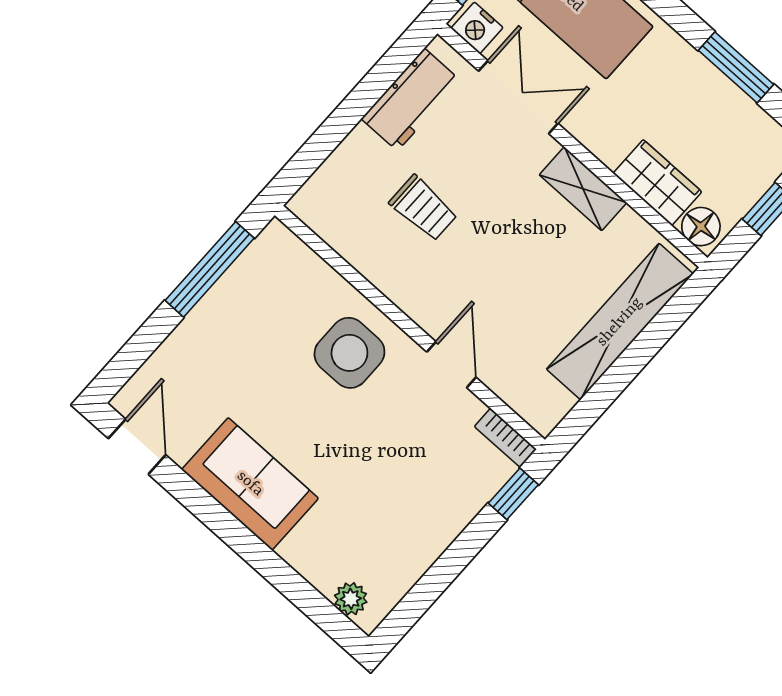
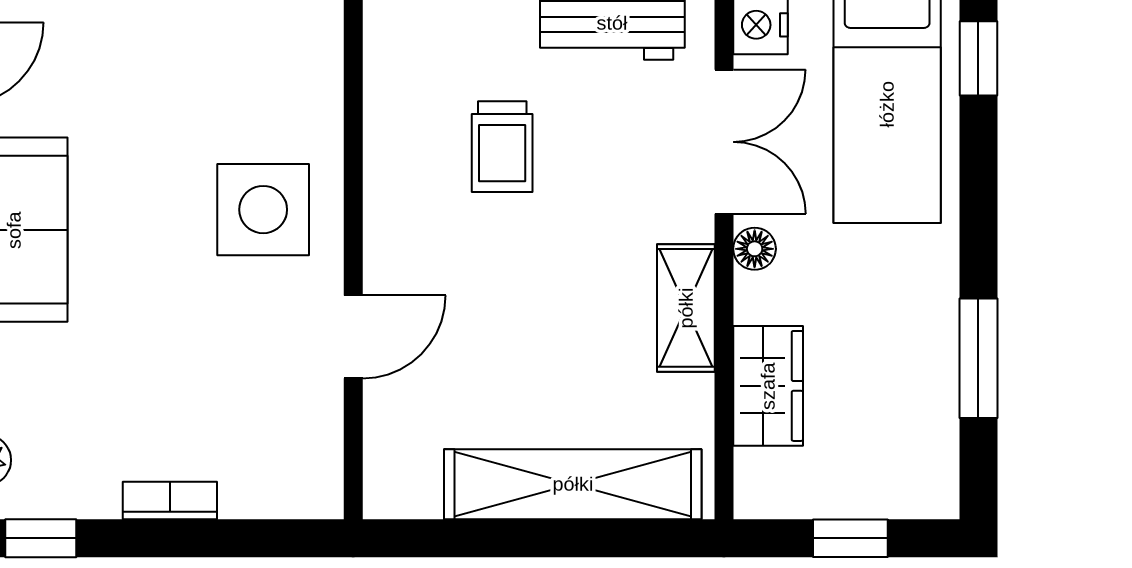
floor lamp: (701, 227) -> (755, 249), moved, width x0.73, depth x0.73
bookcase: (505, 438) -> (170, 501), moved, turned 90
window: (513, 494) -> (41, 538), moved

